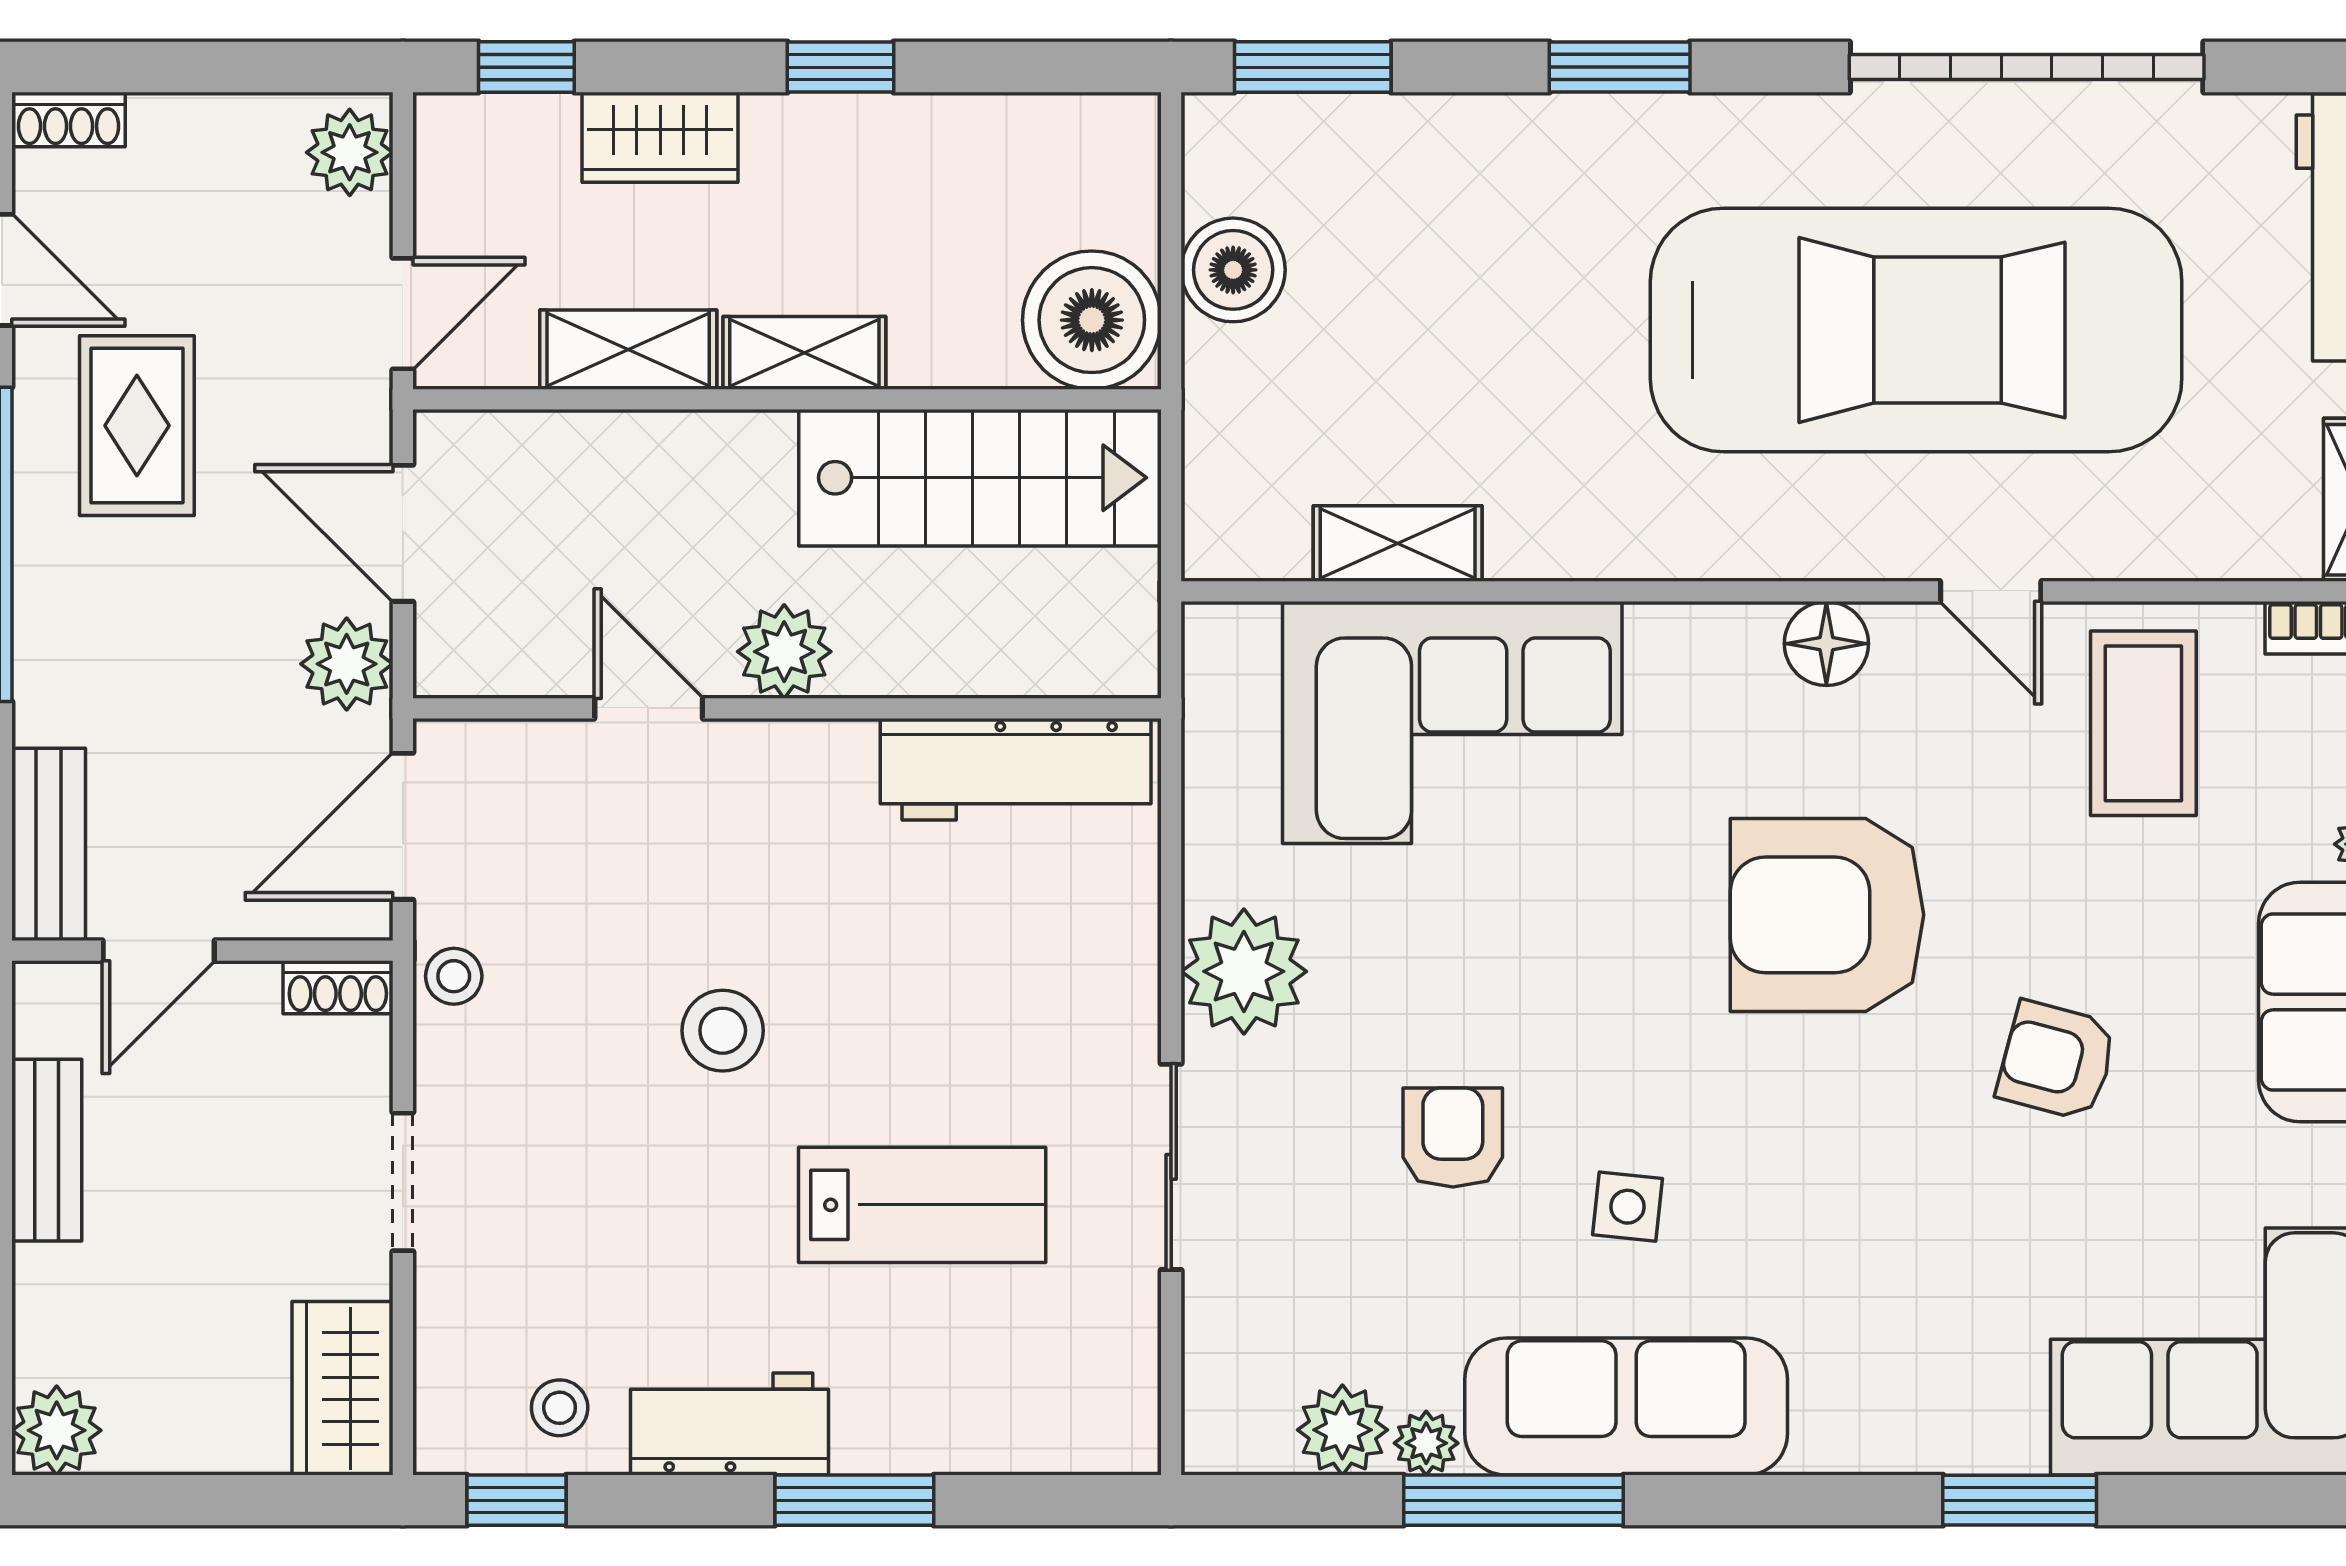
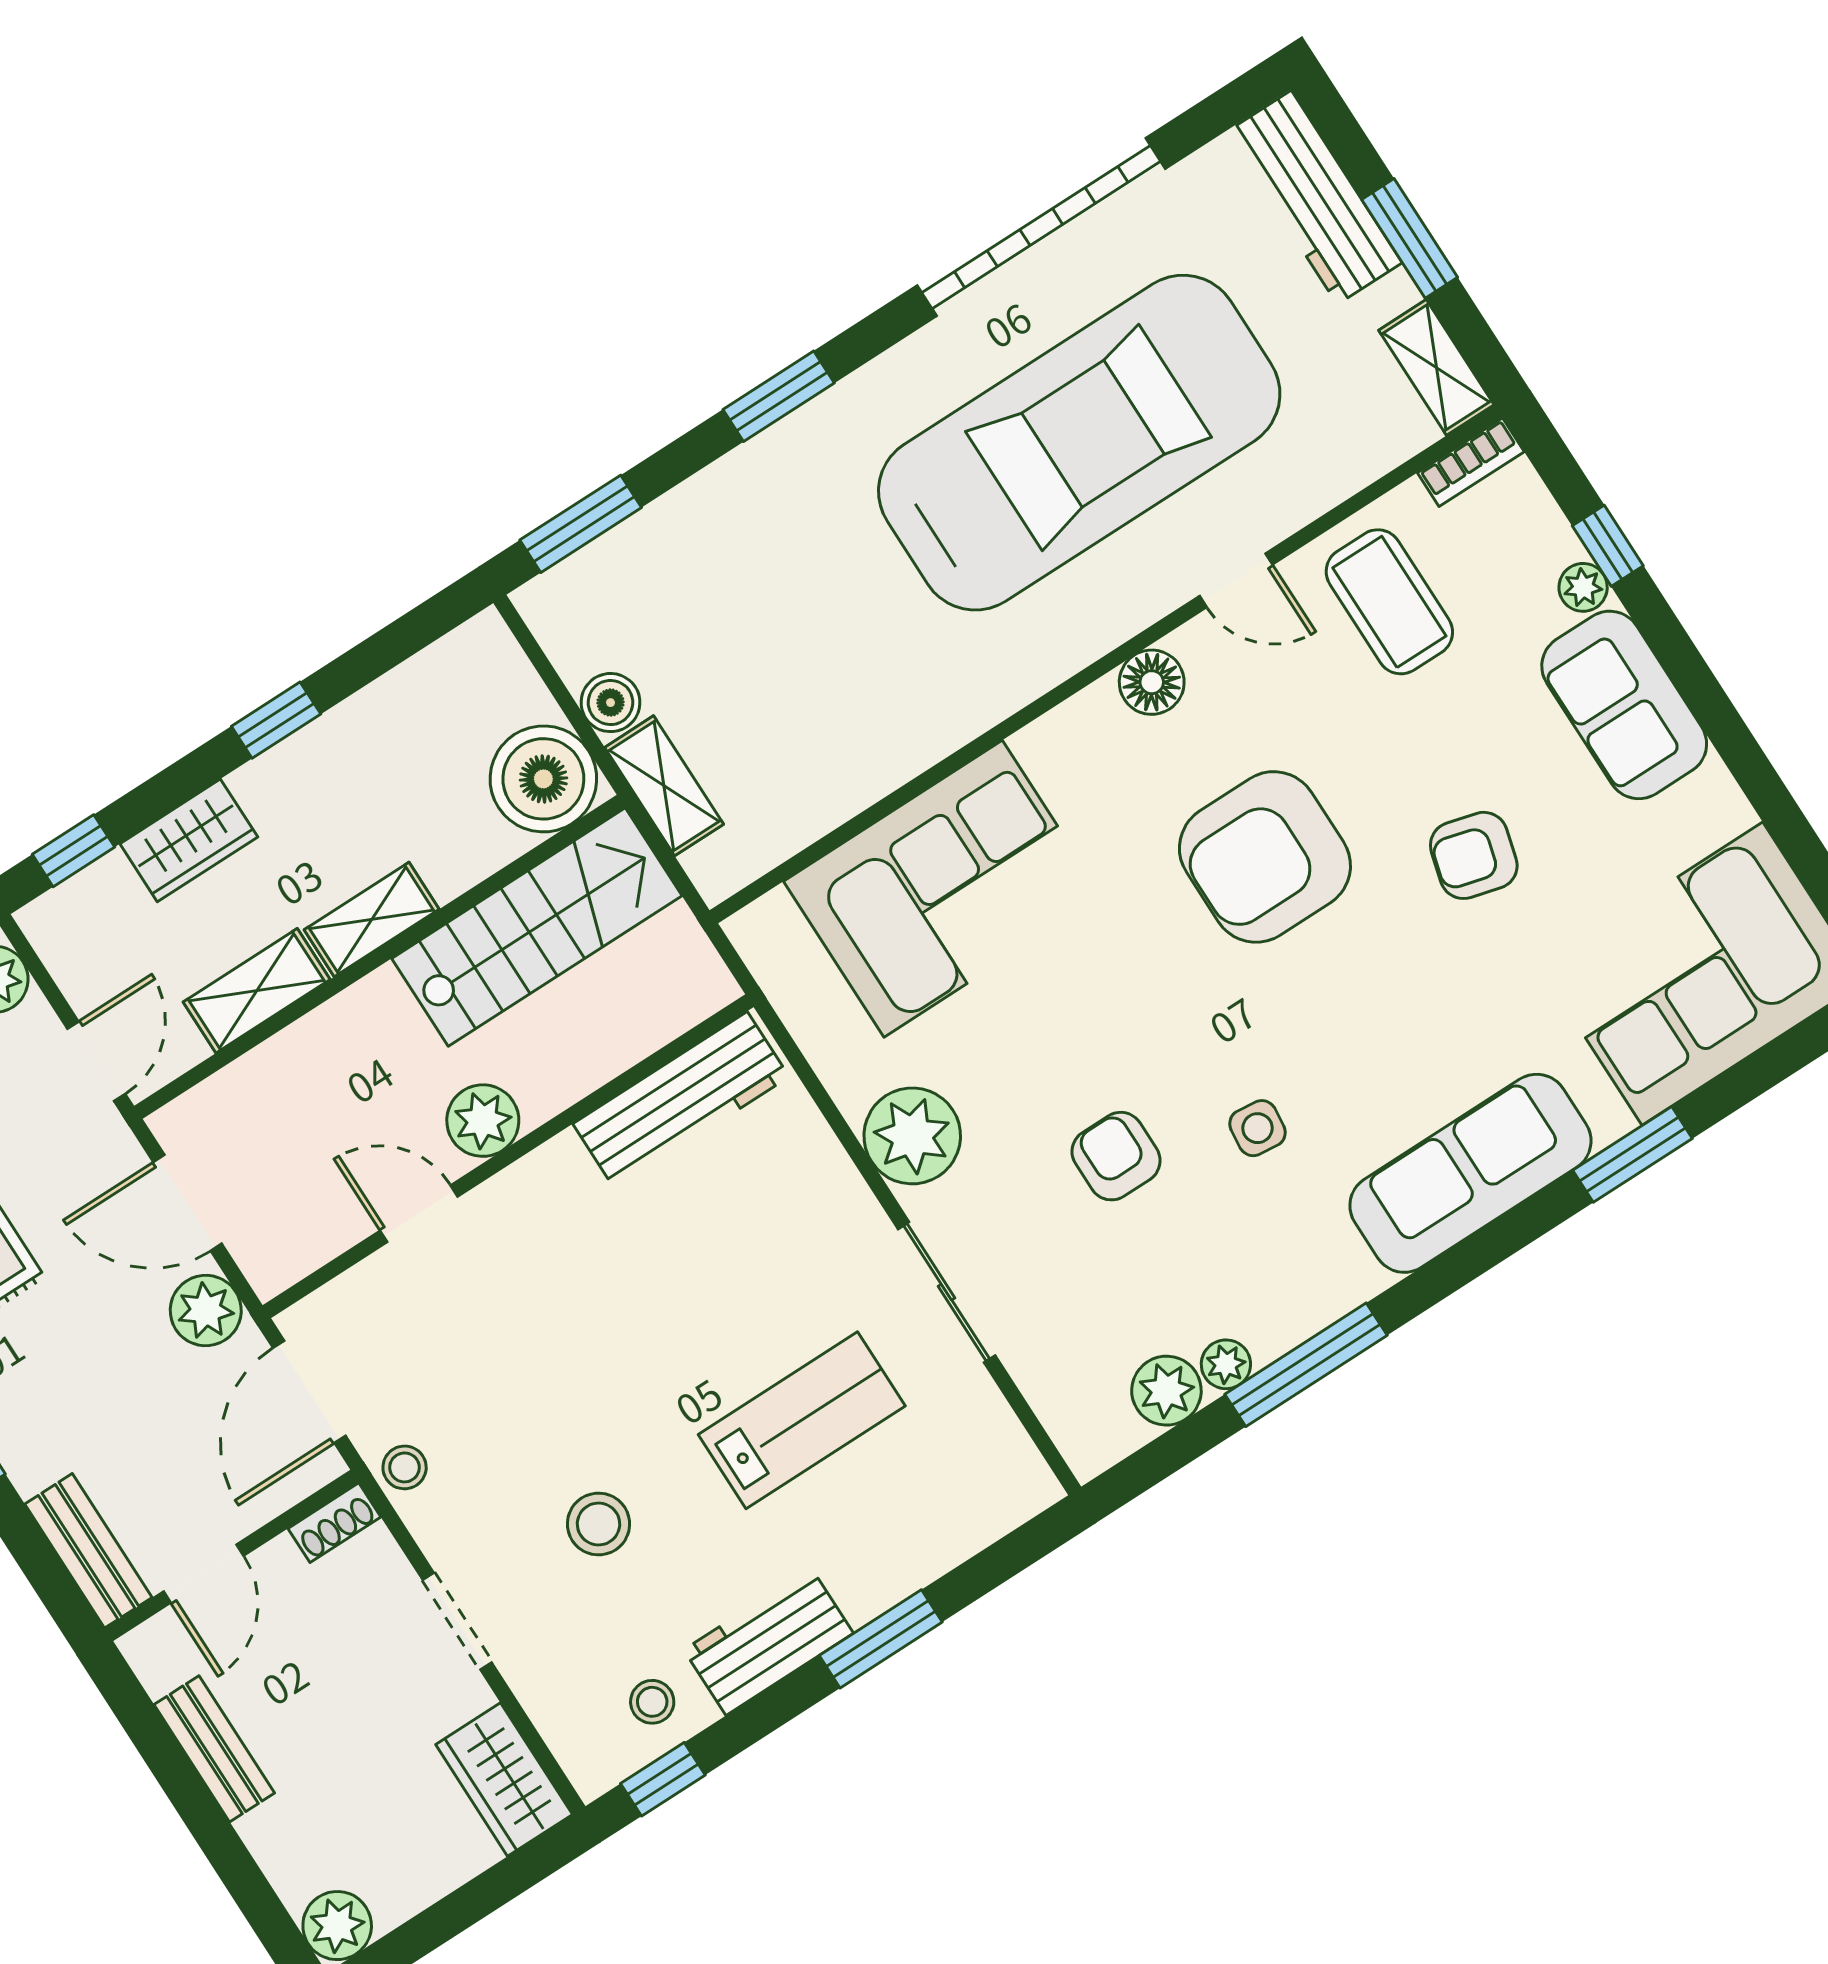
boiler: (1233, 270) -> (611, 703), width x0.73, depth x0.73
shelving: (1398, 544) -> (664, 786), moved, turned 90
stool: (723, 1031) -> (598, 1524), moved
sofa: (1626, 1406) -> (1470, 1173), moved

